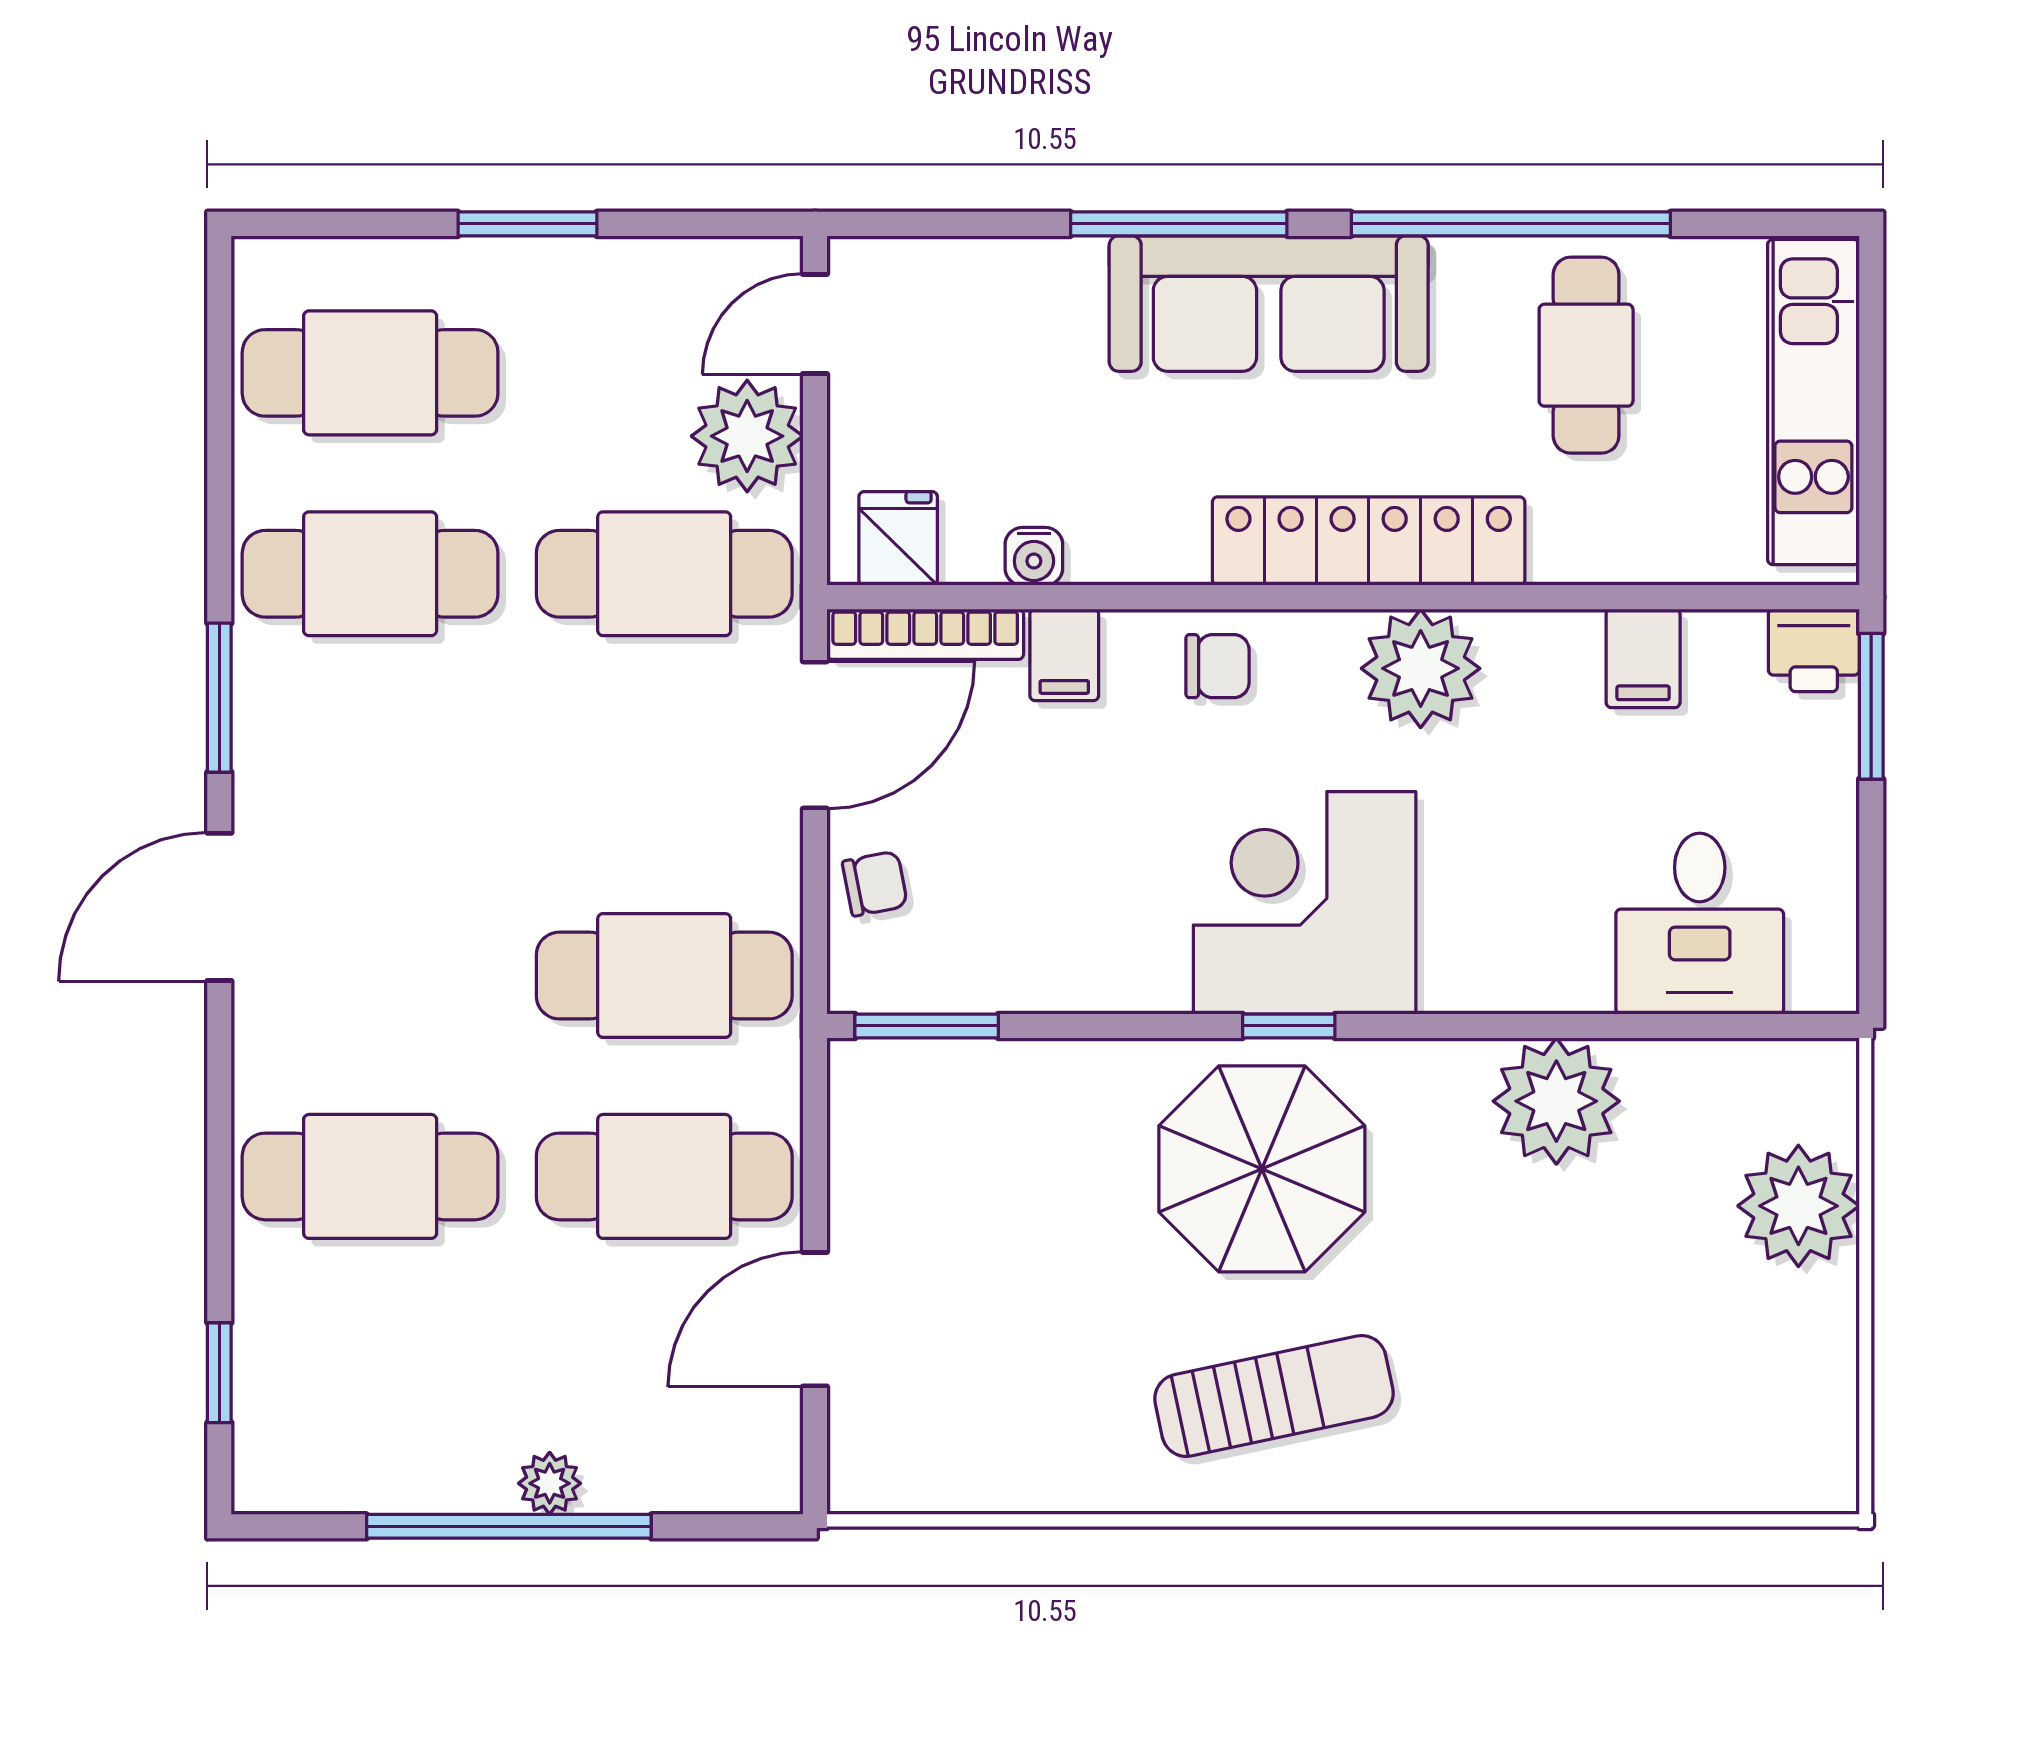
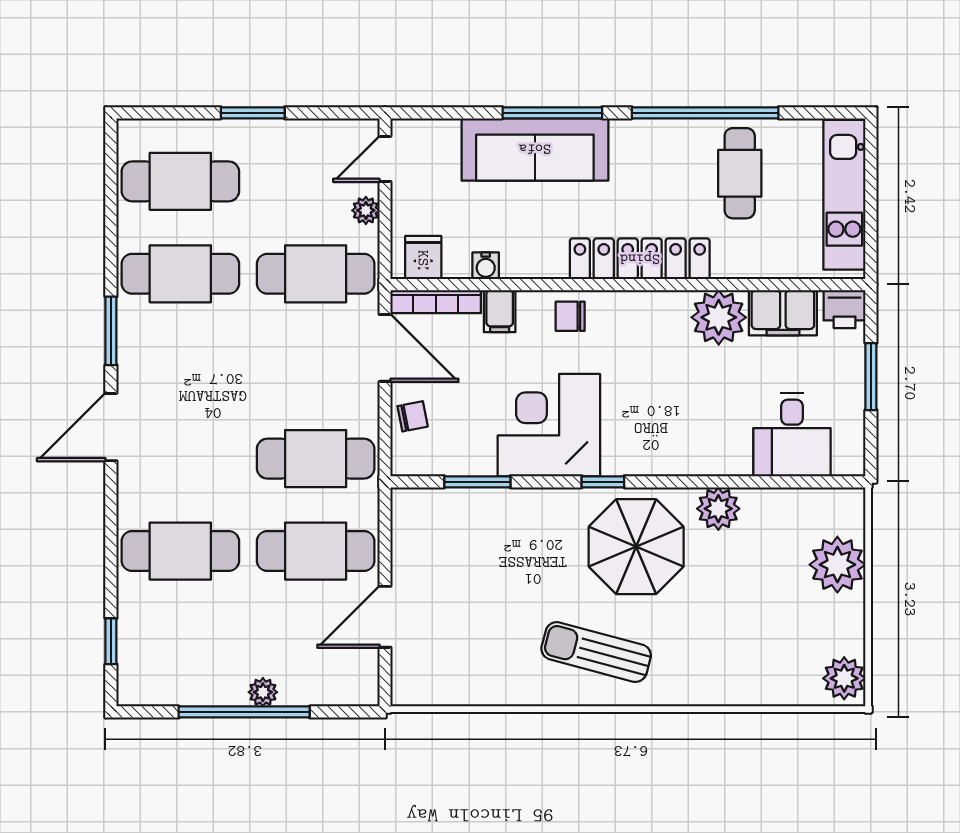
sofa: (1269, 304) -> (535, 149), moved
plant: (747, 436) -> (366, 210), width x0.53, depth x0.53
filing cabinet: (1643, 658) -> (783, 313), width x2.00
chair: (1218, 666) -> (570, 316), turned 180
plant: (1421, 668) -> (719, 317), moved
window: (1871, 706) -> (871, 377), moved
door: (815, 735) -> (385, 348), hinge flipped
corner desk: (1305, 903) -> (549, 425), moved
window: (927, 1026) -> (477, 482), moved
plant: (1556, 1101) -> (718, 509), width x0.73, depth x0.73
parasol: (1262, 1169) -> (636, 547), moved
sun lounger: (1274, 1396) -> (596, 652), turned -153
plant: (1813, 1453) -> (844, 678), added

